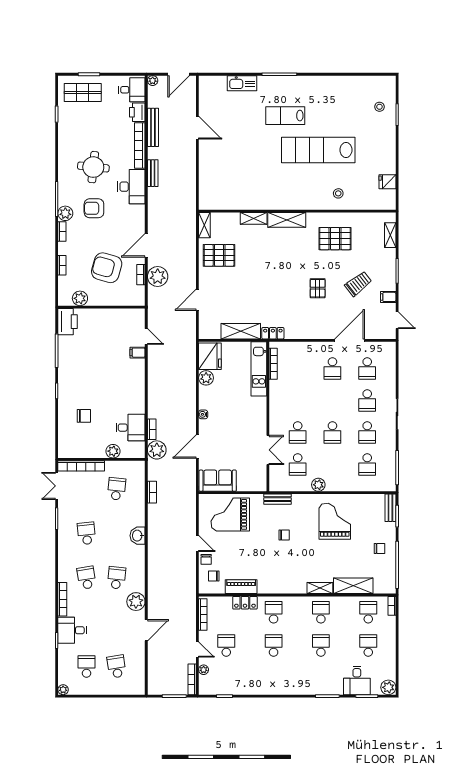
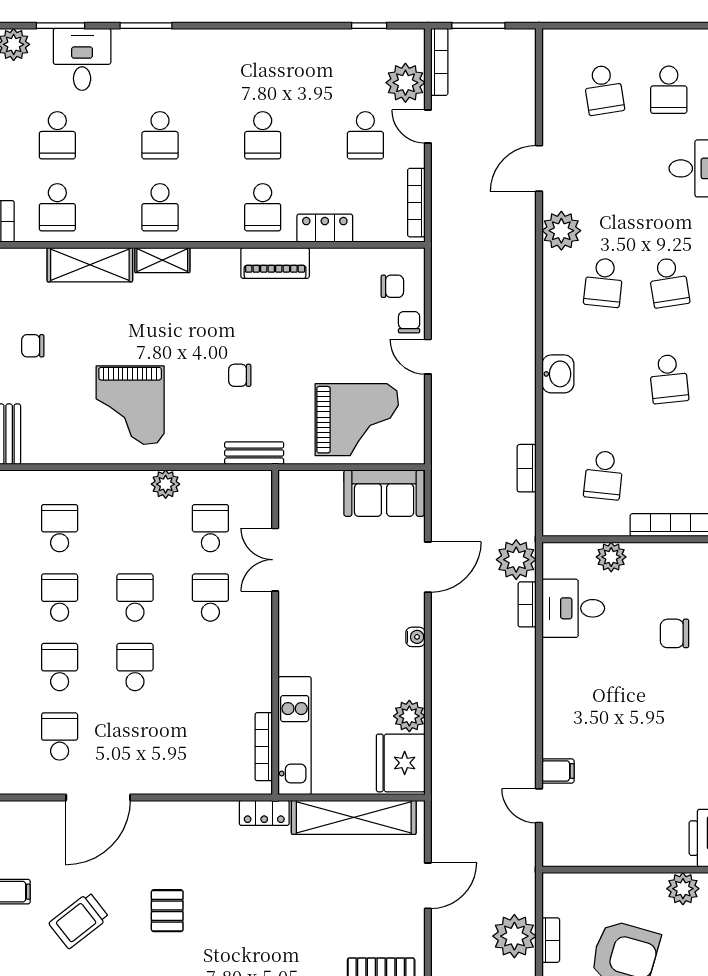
shelving: (241, 331) -> (354, 817), width x1.47
school desk: (332, 368) -> (135, 667), moved
piano: (241, 587) -> (275, 263), moved
plant: (204, 670) -> (405, 83), width x1.88, depth x1.88

